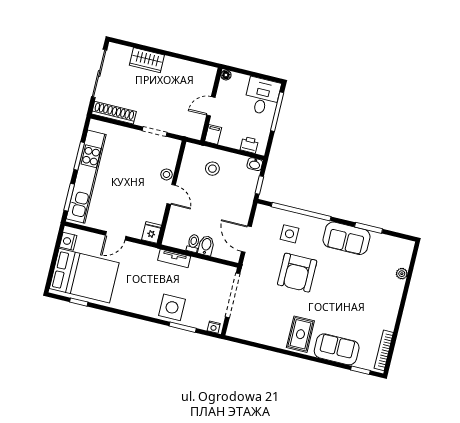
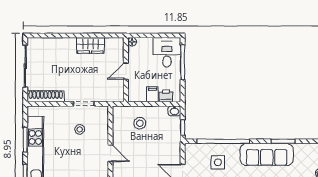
wardrobe: (147, 60) -> (90, 45), moved
filing cabinet: (213, 134) -> (152, 94), moved
stool: (166, 174) -> (80, 129), moved
sofa: (346, 238) -> (267, 154), width x1.36

